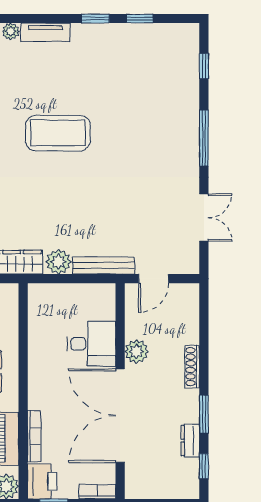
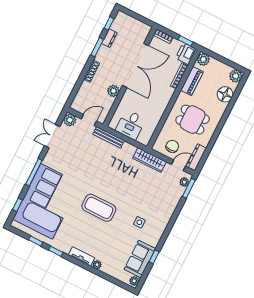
corner sofa: (156, 98) -> (47, 201), added
plant: (58, 262) -> (70, 120), moved
desk: (91, 344) -> (131, 125), moved, turned -90

